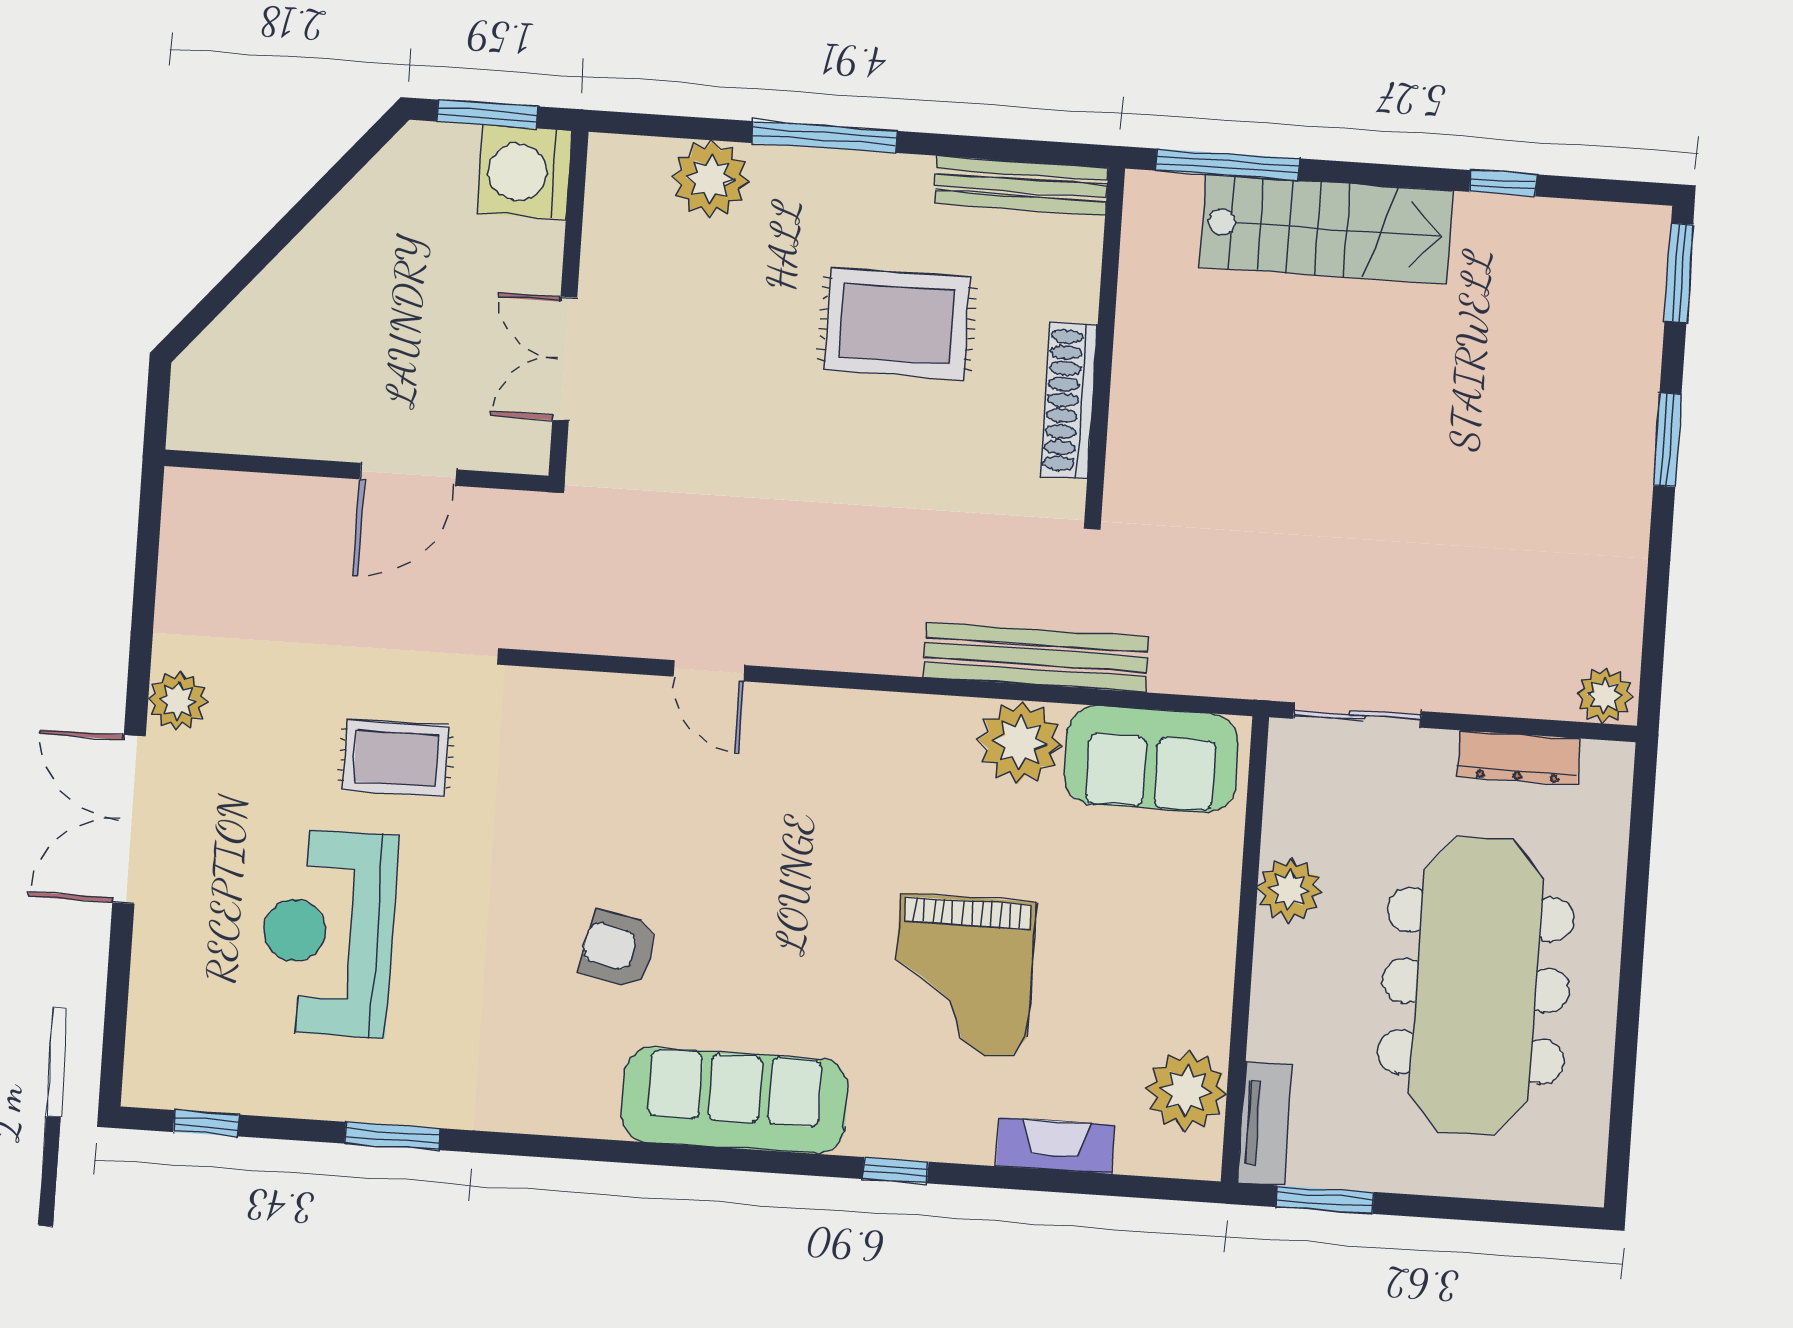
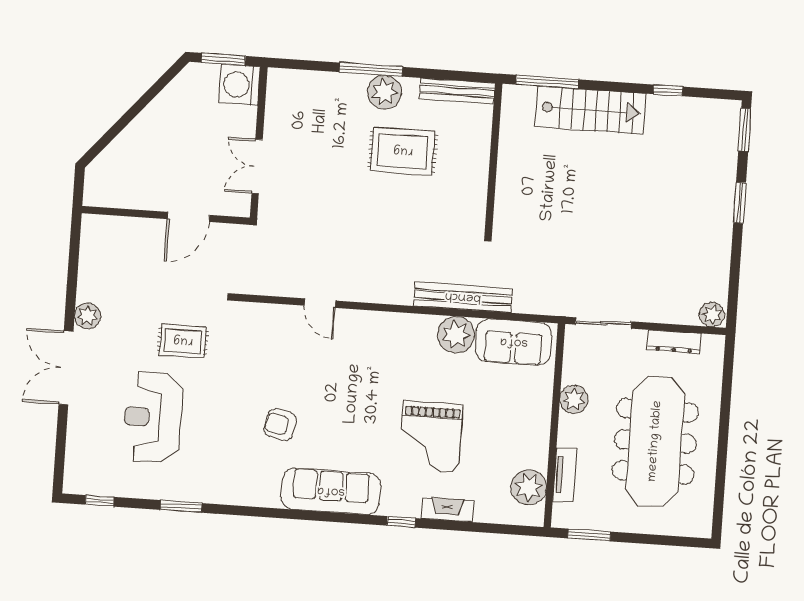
plant: (711, 179) -> (384, 92), moved
shoe rack: (1069, 400) -> (478, 185), removed
tv unit: (1265, 1123) -> (565, 475), moved
fireplace: (1055, 1146) -> (447, 509), moved

